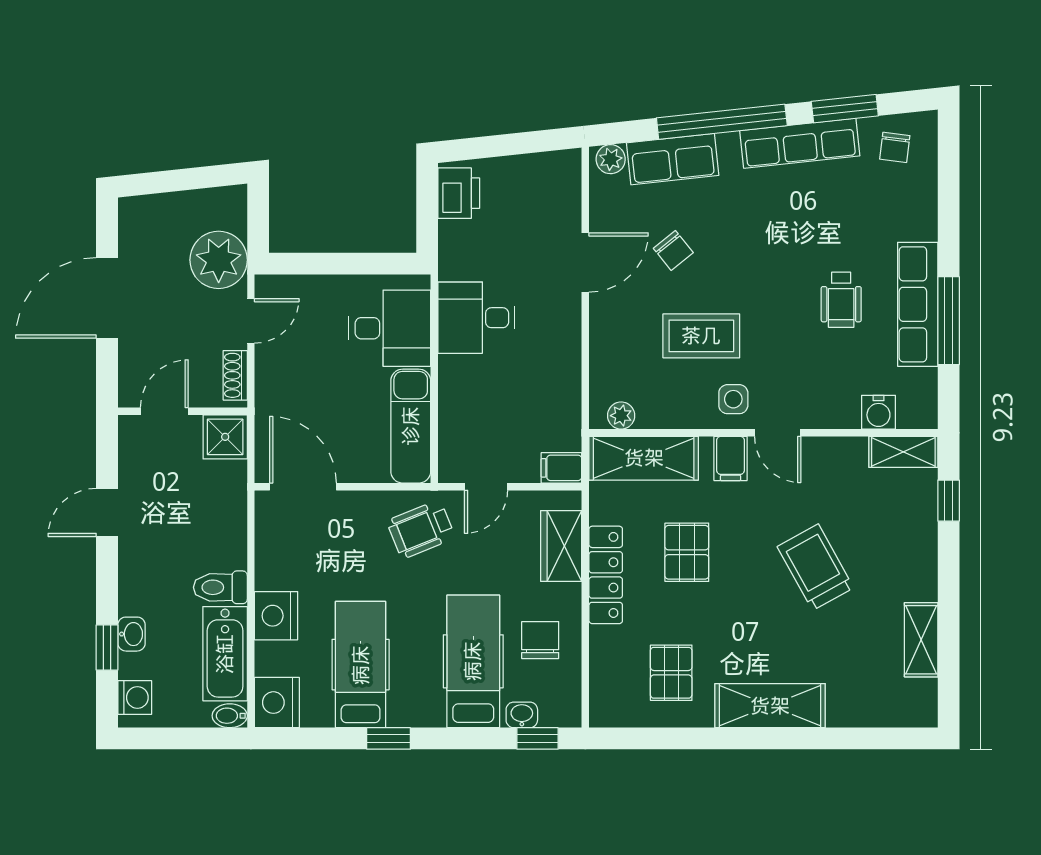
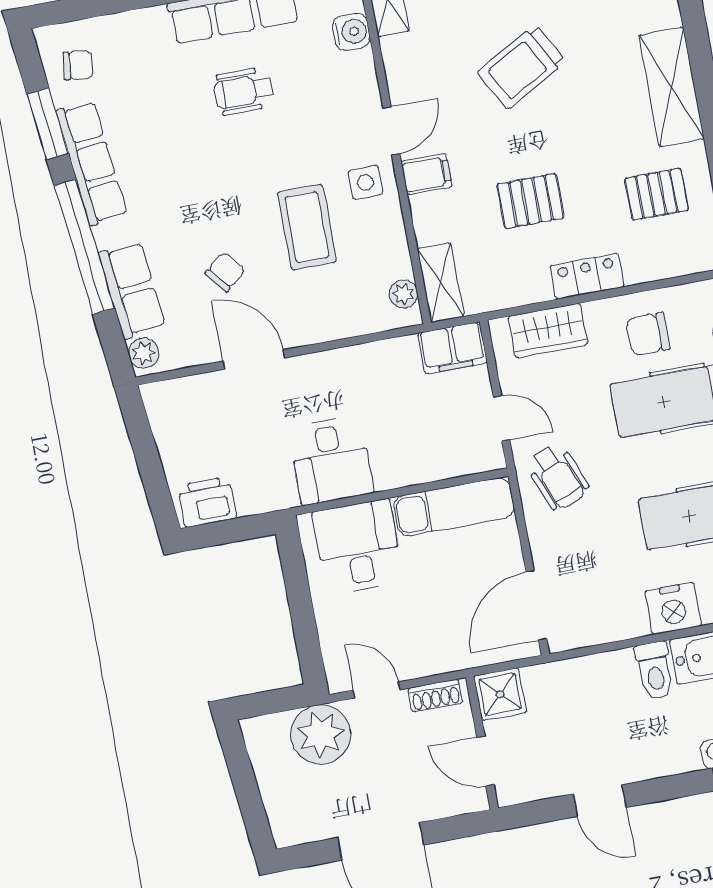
wheelchair: (841, 300) -> (244, 91), turned 180
shelving: (644, 458) -> (441, 283), width x0.67, depth x0.75
filing cabinet: (561, 468) -> (453, 348), width x2.00
locker: (606, 575) -> (587, 276), width x0.66

